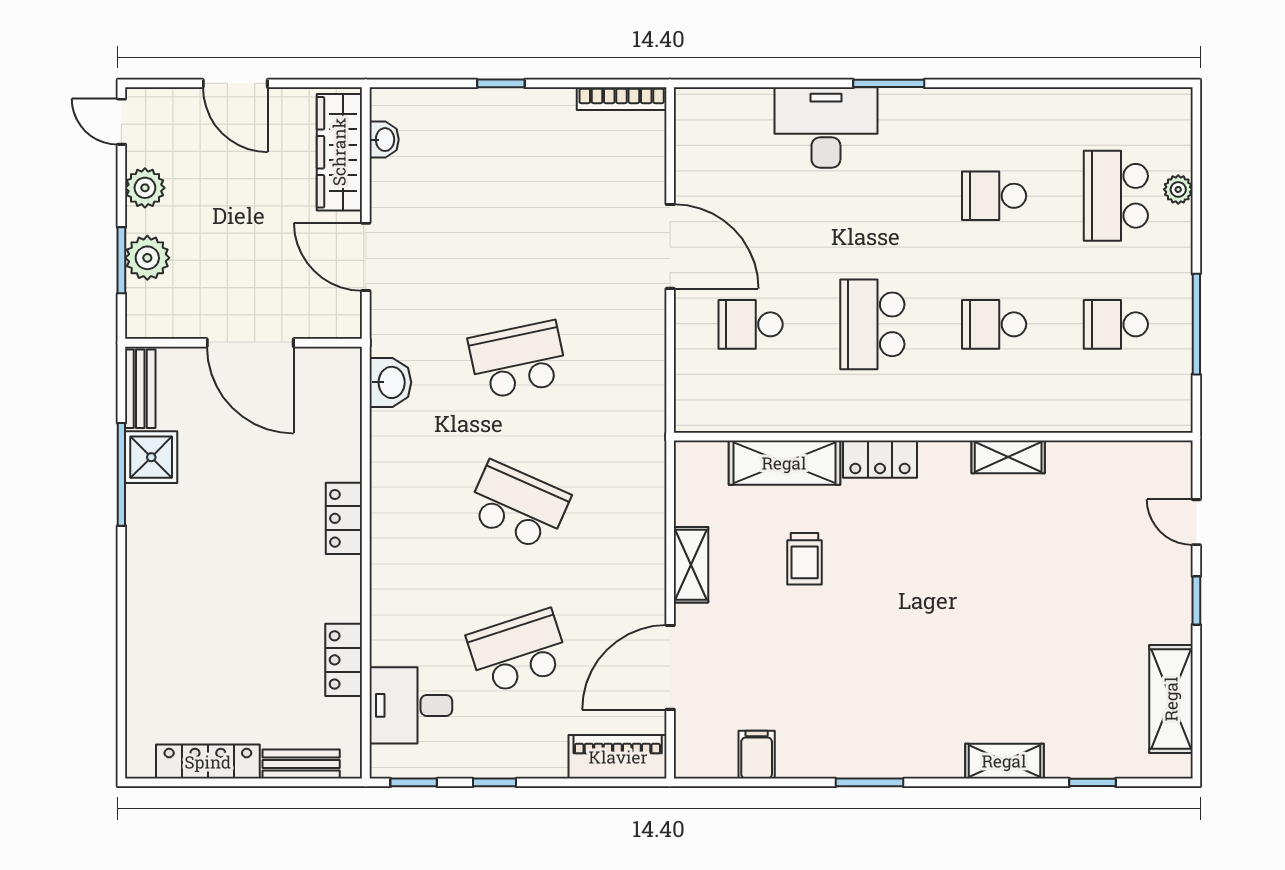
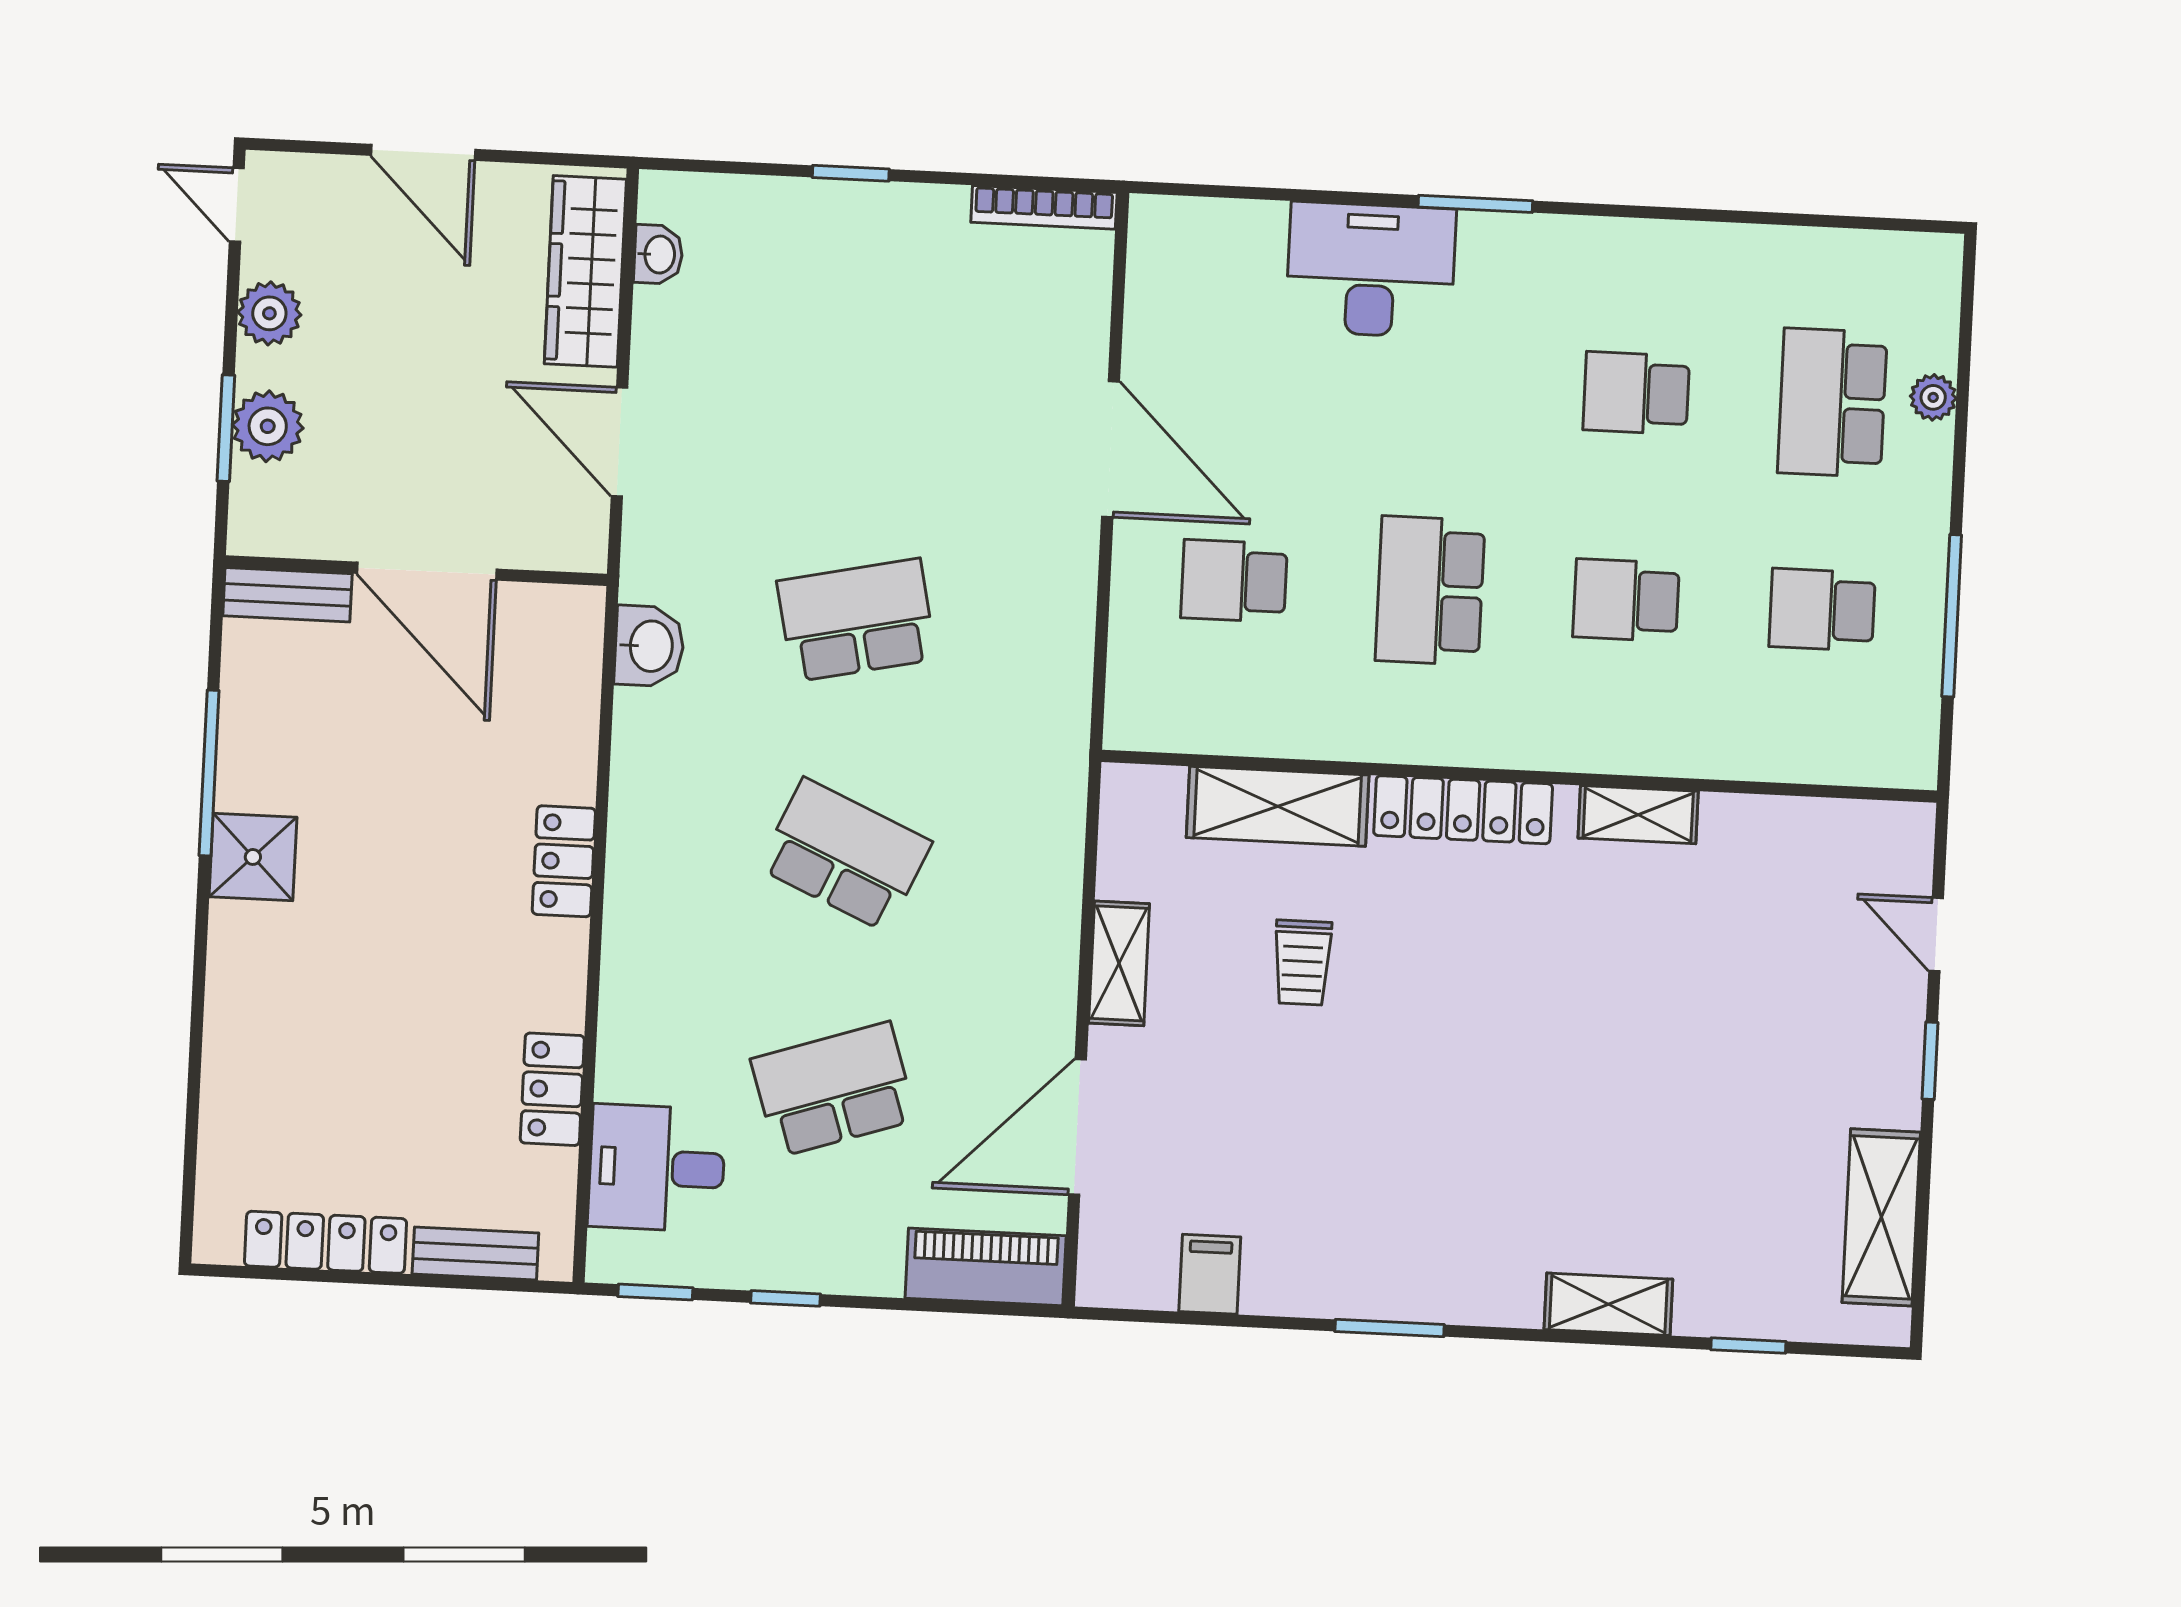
bench: (140, 389) -> (287, 595), moved, turned 90
shower: (151, 457) -> (253, 857), moved
locker: (880, 459) -> (1463, 810), width x1.53

